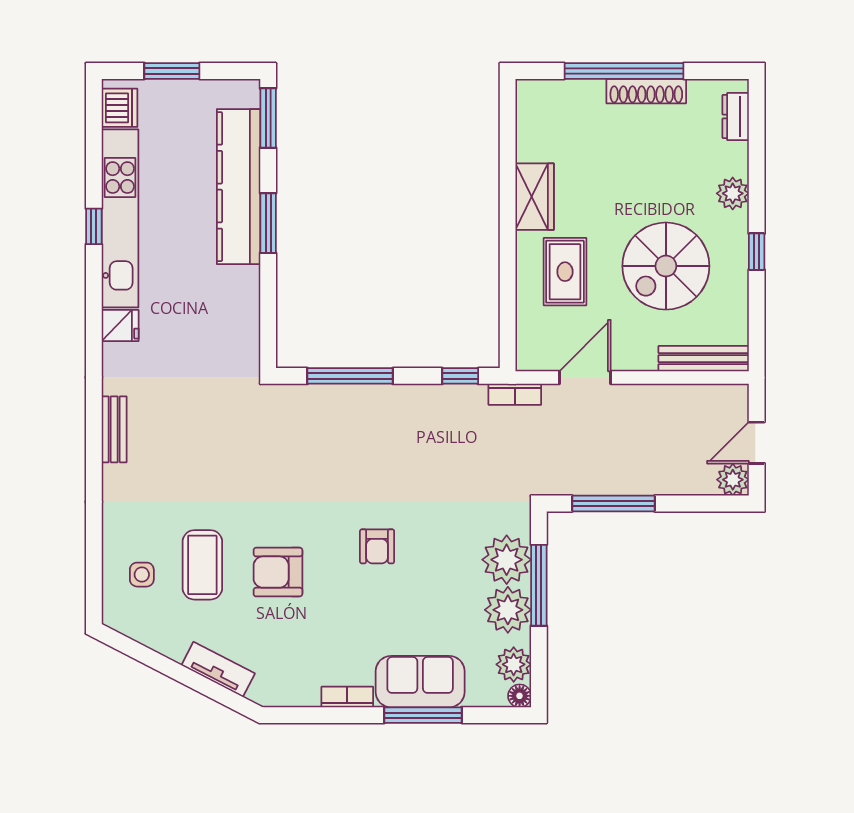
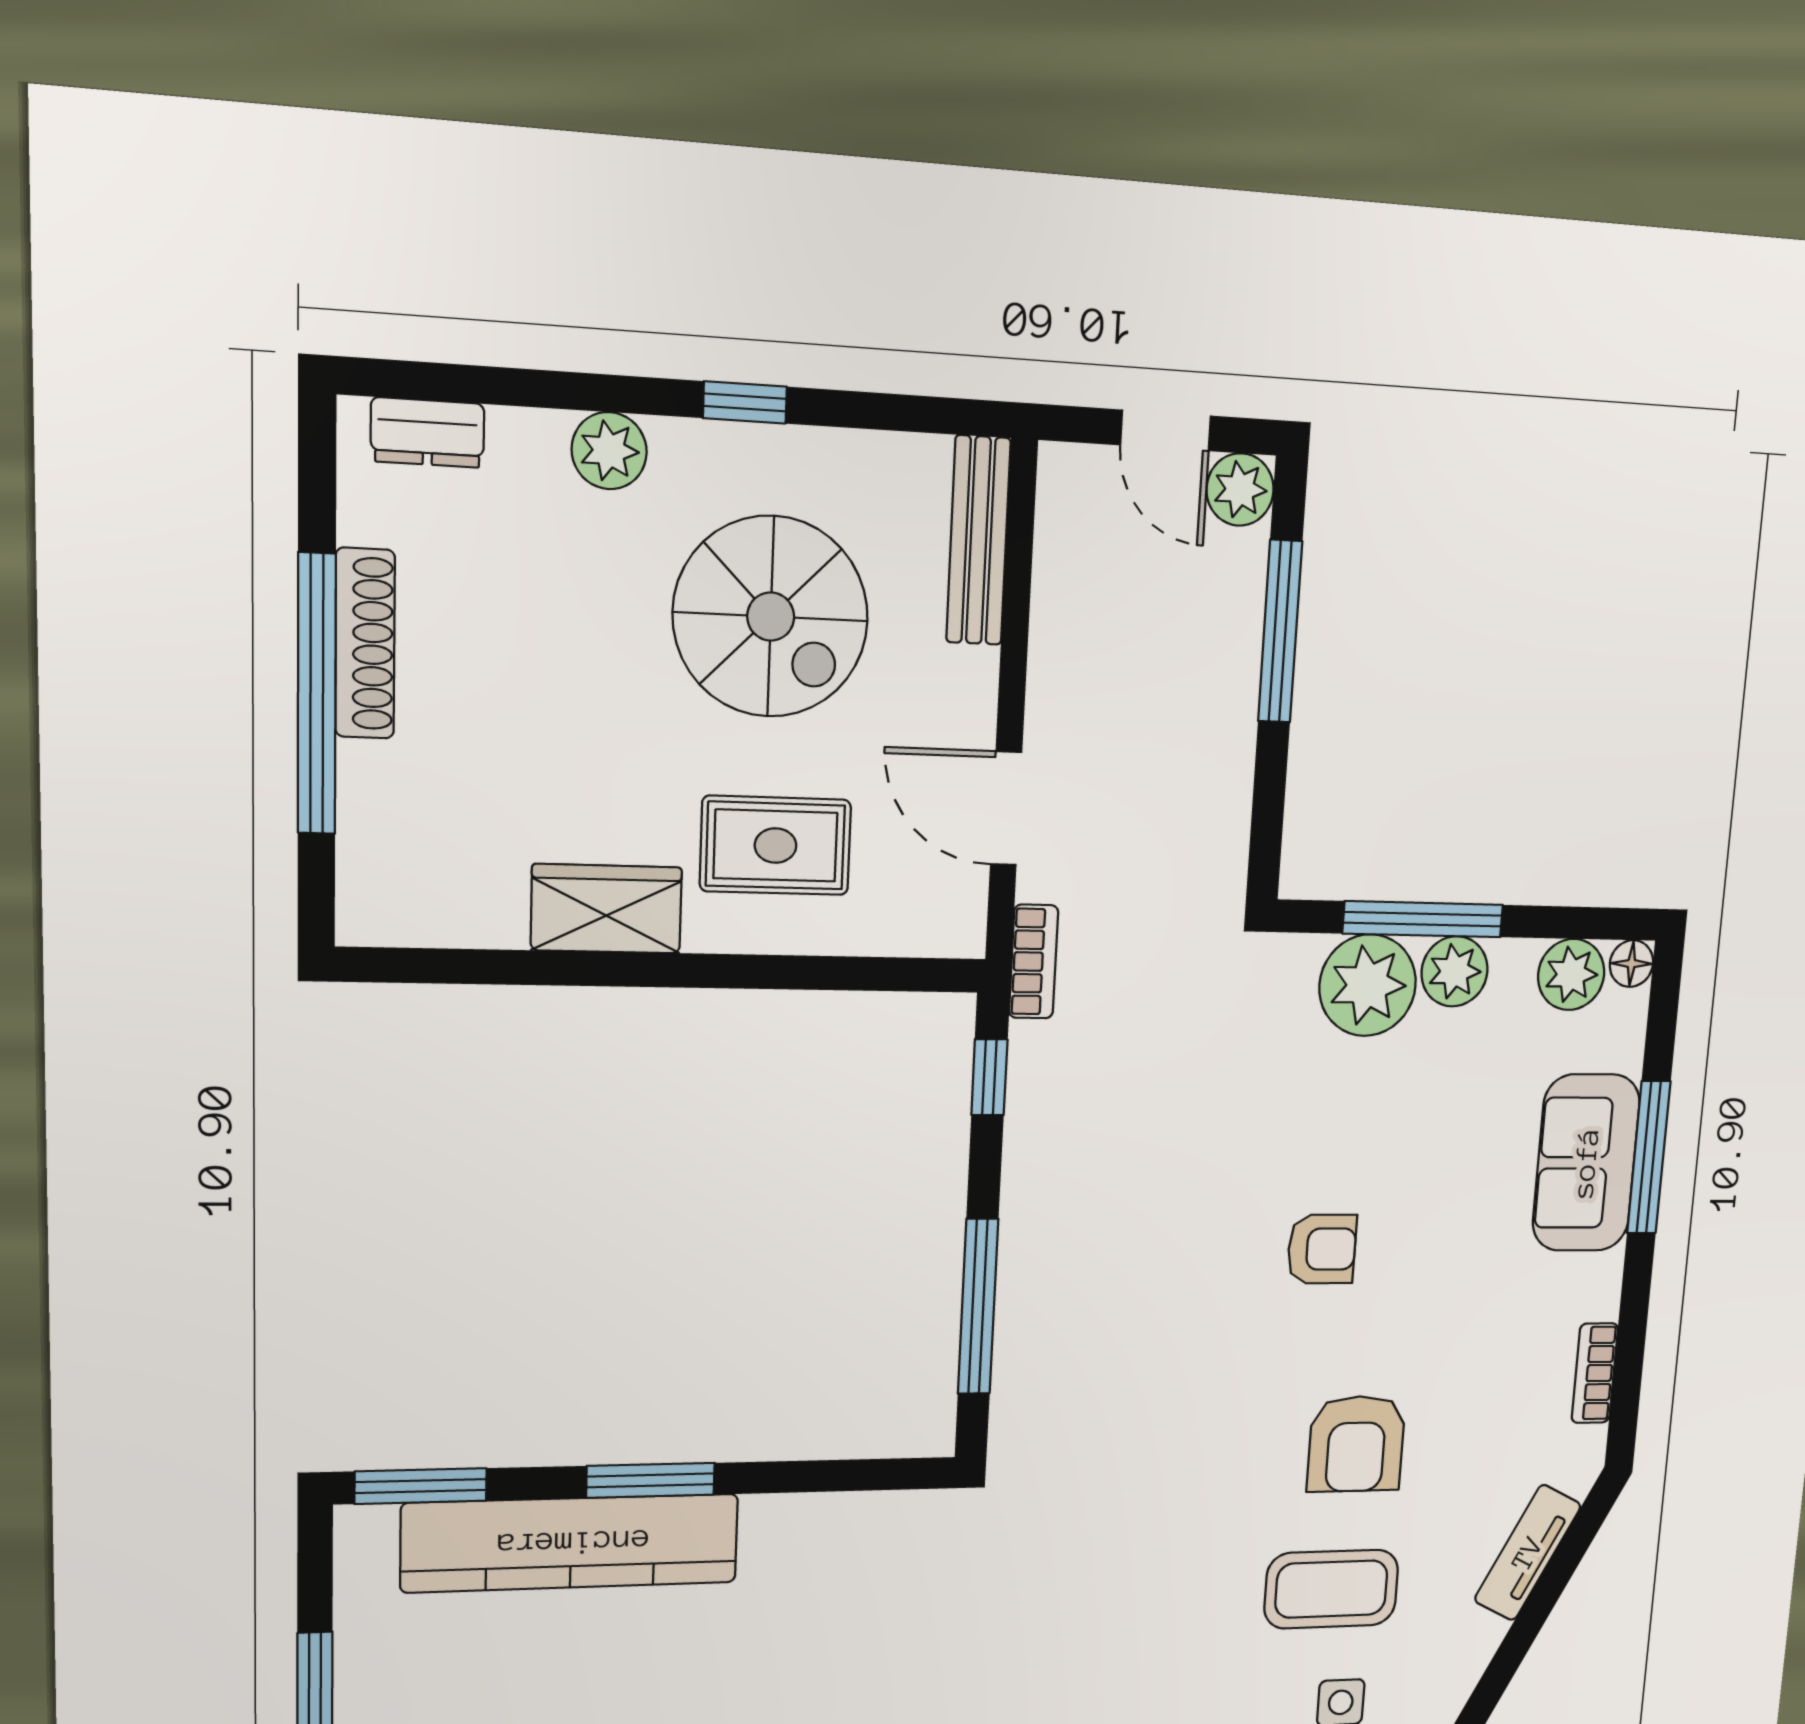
window: (613, 504) -> (1280, 631), moved
plant: (508, 610) -> (1455, 971), width x0.73, depth x0.73
bookcase: (347, 697) -> (1595, 1373), moved

